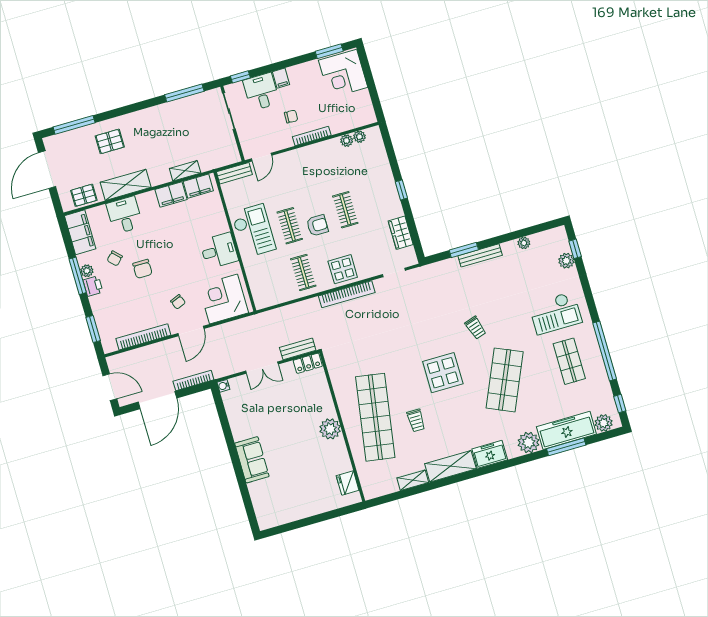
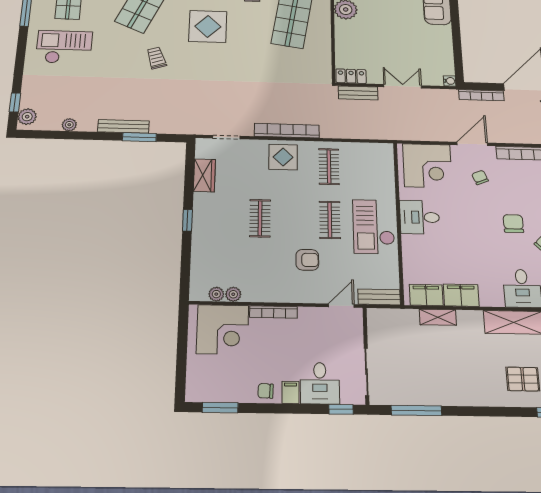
corner desk: (343, 74) -> (223, 330), moved, turned 90
chair: (291, 116) -> (266, 391), moved
armchair: (317, 225) -> (307, 260), moved, turned 180
plant: (566, 261) -> (27, 117), moved

